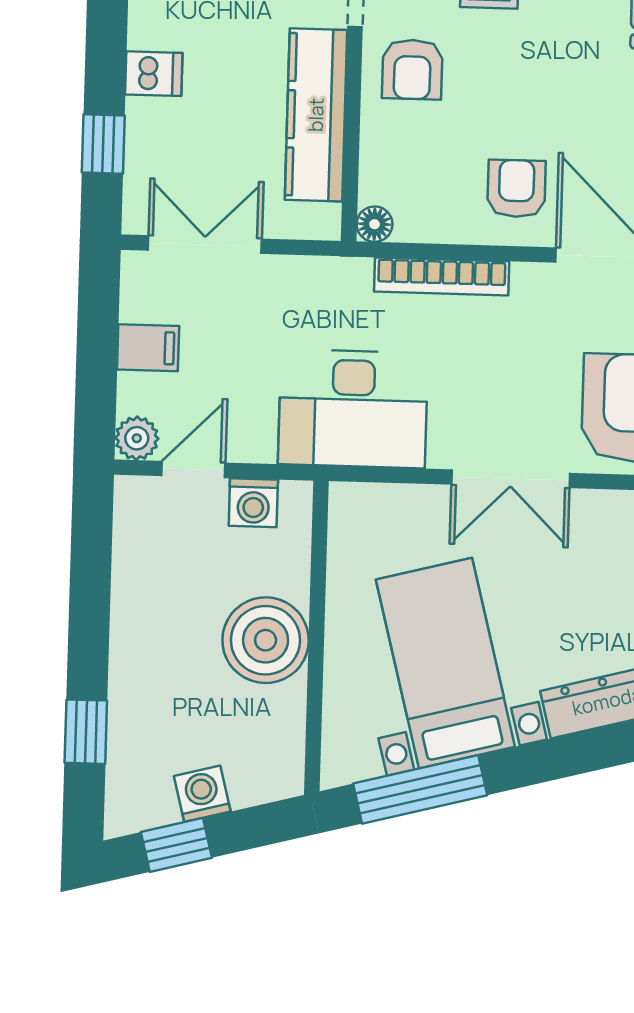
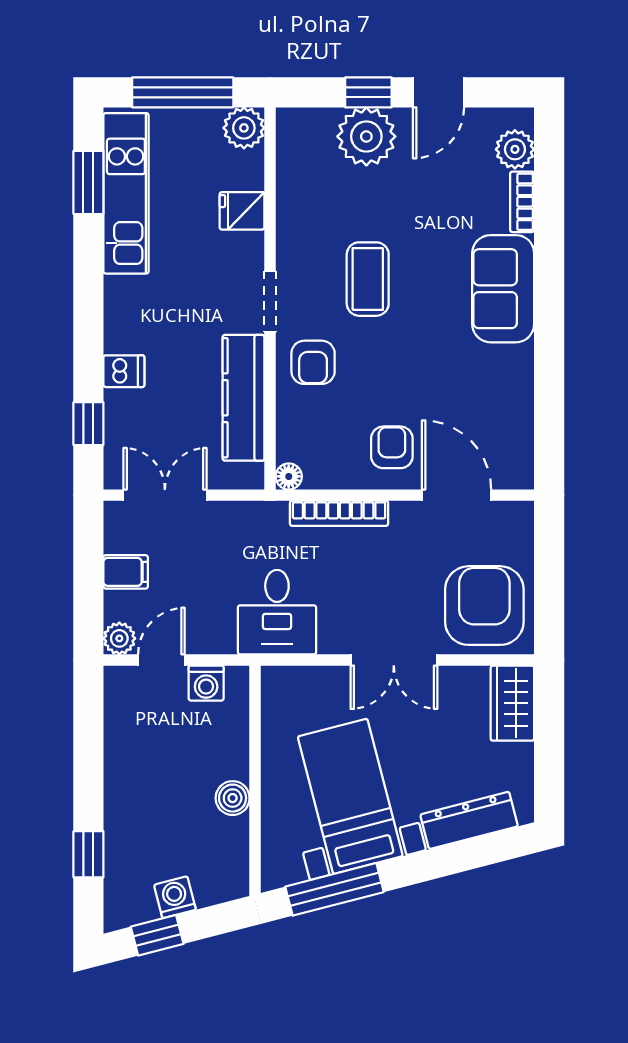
desk: (353, 409) -> (277, 612), width x0.73
boiler: (266, 640) -> (233, 798), width x0.54, depth x0.54

